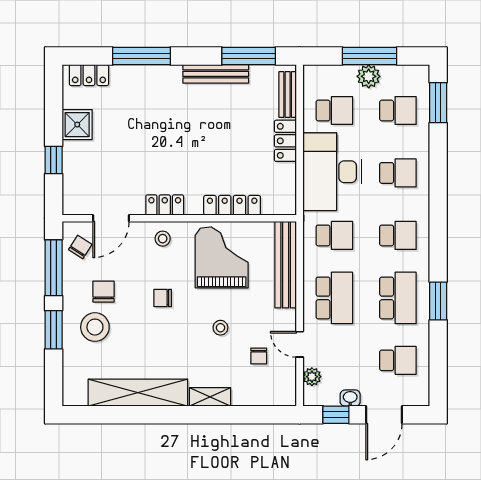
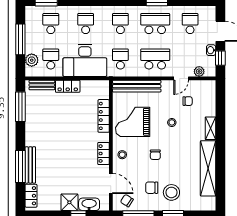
bench: (216, 74) -> (30, 165), moved
plant: (369, 76) -> (32, 60), moved
shower: (77, 125) -> (69, 202), moved
washbasin: (74, 179) -> (89, 204), added

